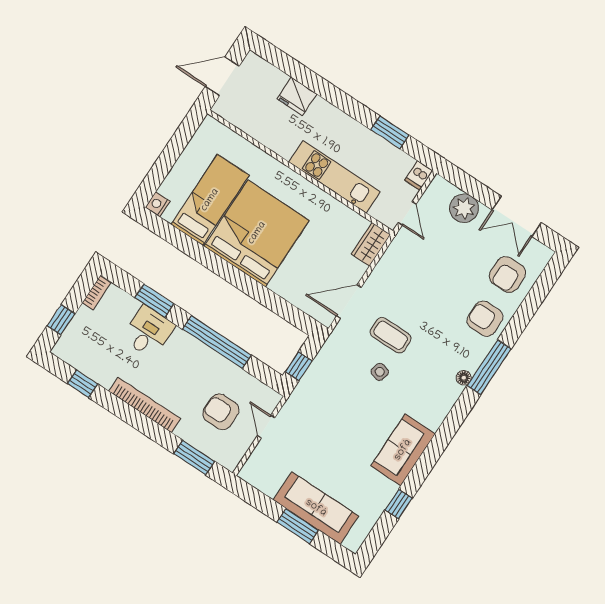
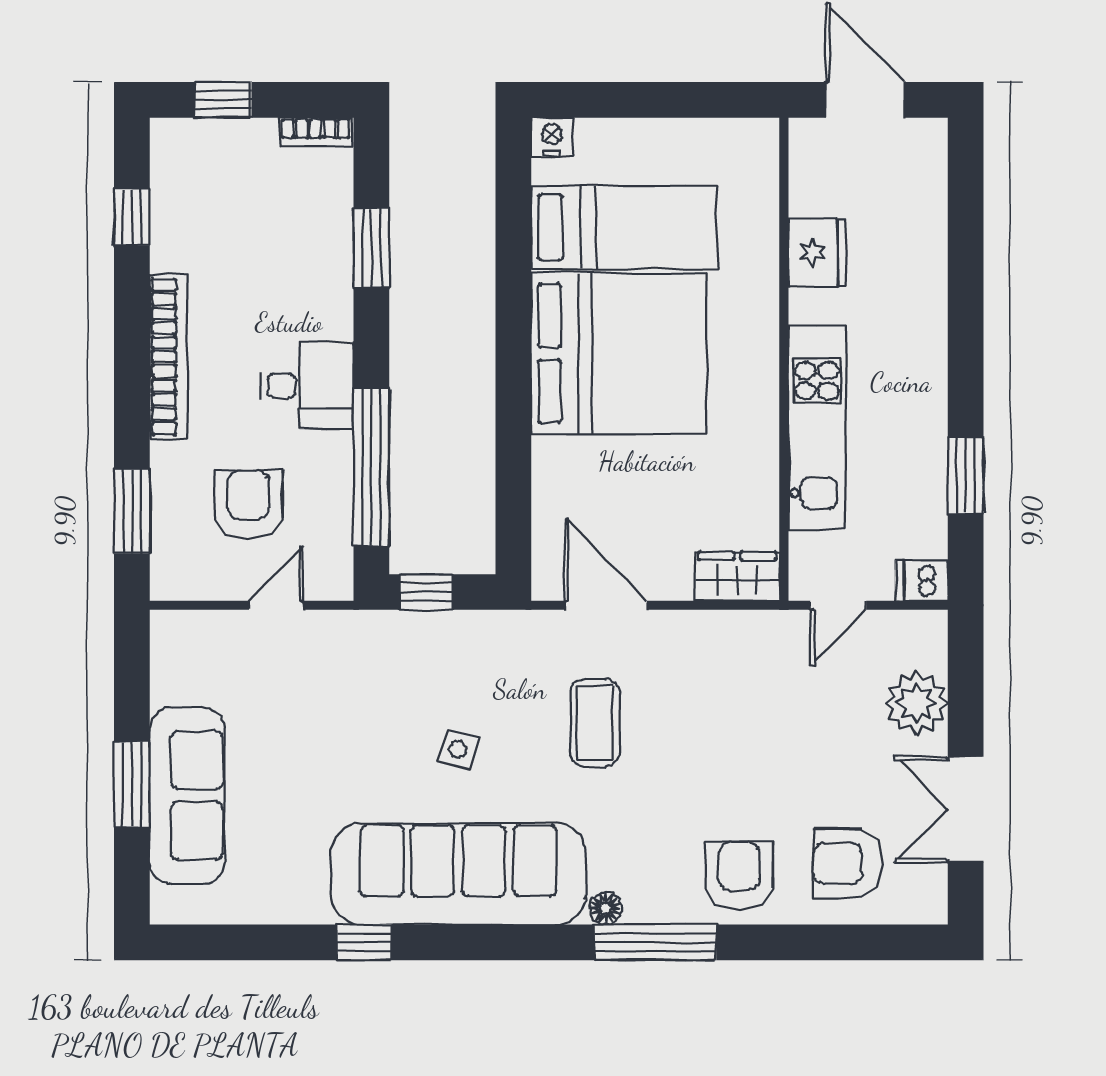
fridge: (297, 96) -> (817, 253), moved, turned 180
desk: (148, 332) -> (307, 386), moved
window: (217, 342) -> (371, 467), moved
side table: (380, 372) -> (458, 749), moved
sofa: (403, 450) -> (458, 874), width x1.85, depth x1.27
window: (399, 504) -> (364, 942), moved

